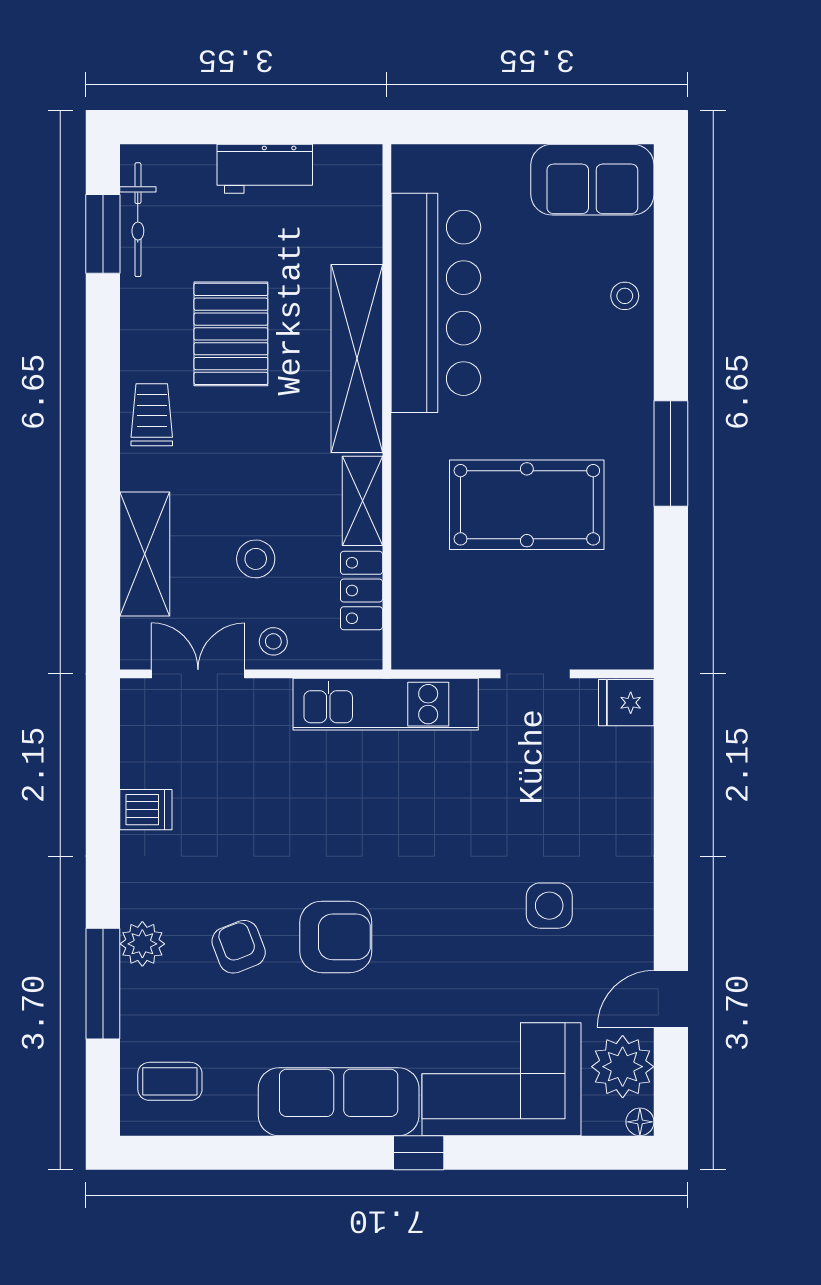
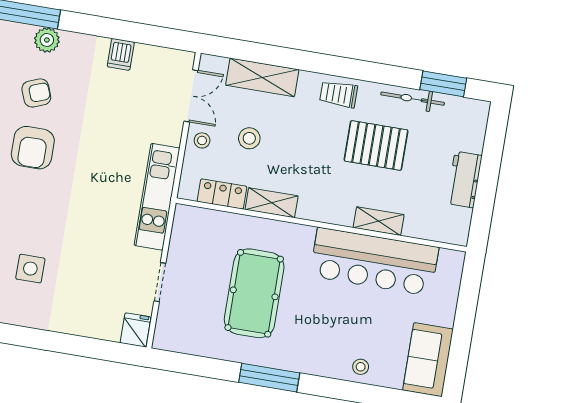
bicycle: (138, 220) -> (413, 99), moved
shelving: (357, 358) -> (379, 221), width x0.45, depth x0.75
trolley: (152, 415) -> (339, 94), turned 180

